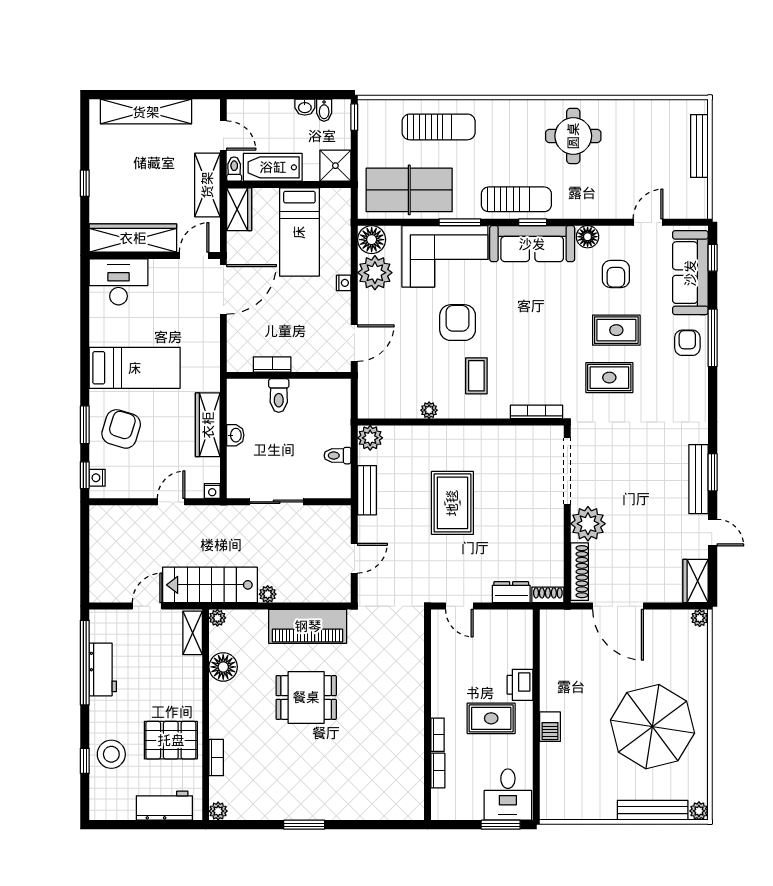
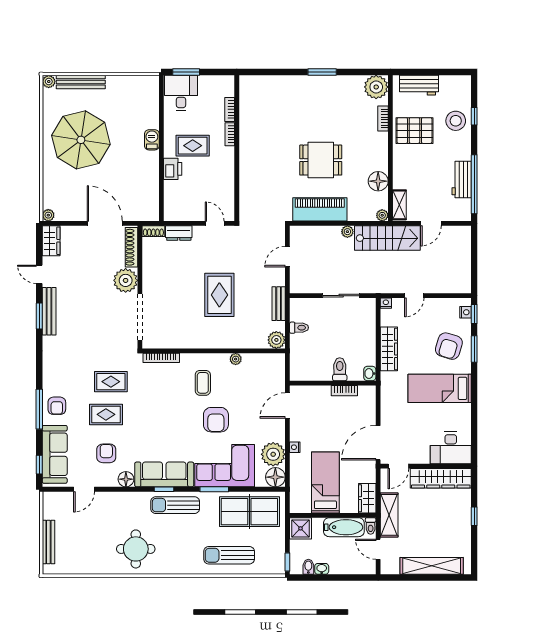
washbasin: (235, 435) -> (370, 374), moved
plant: (218, 811) -> (376, 87), width x1.87, depth x1.87

